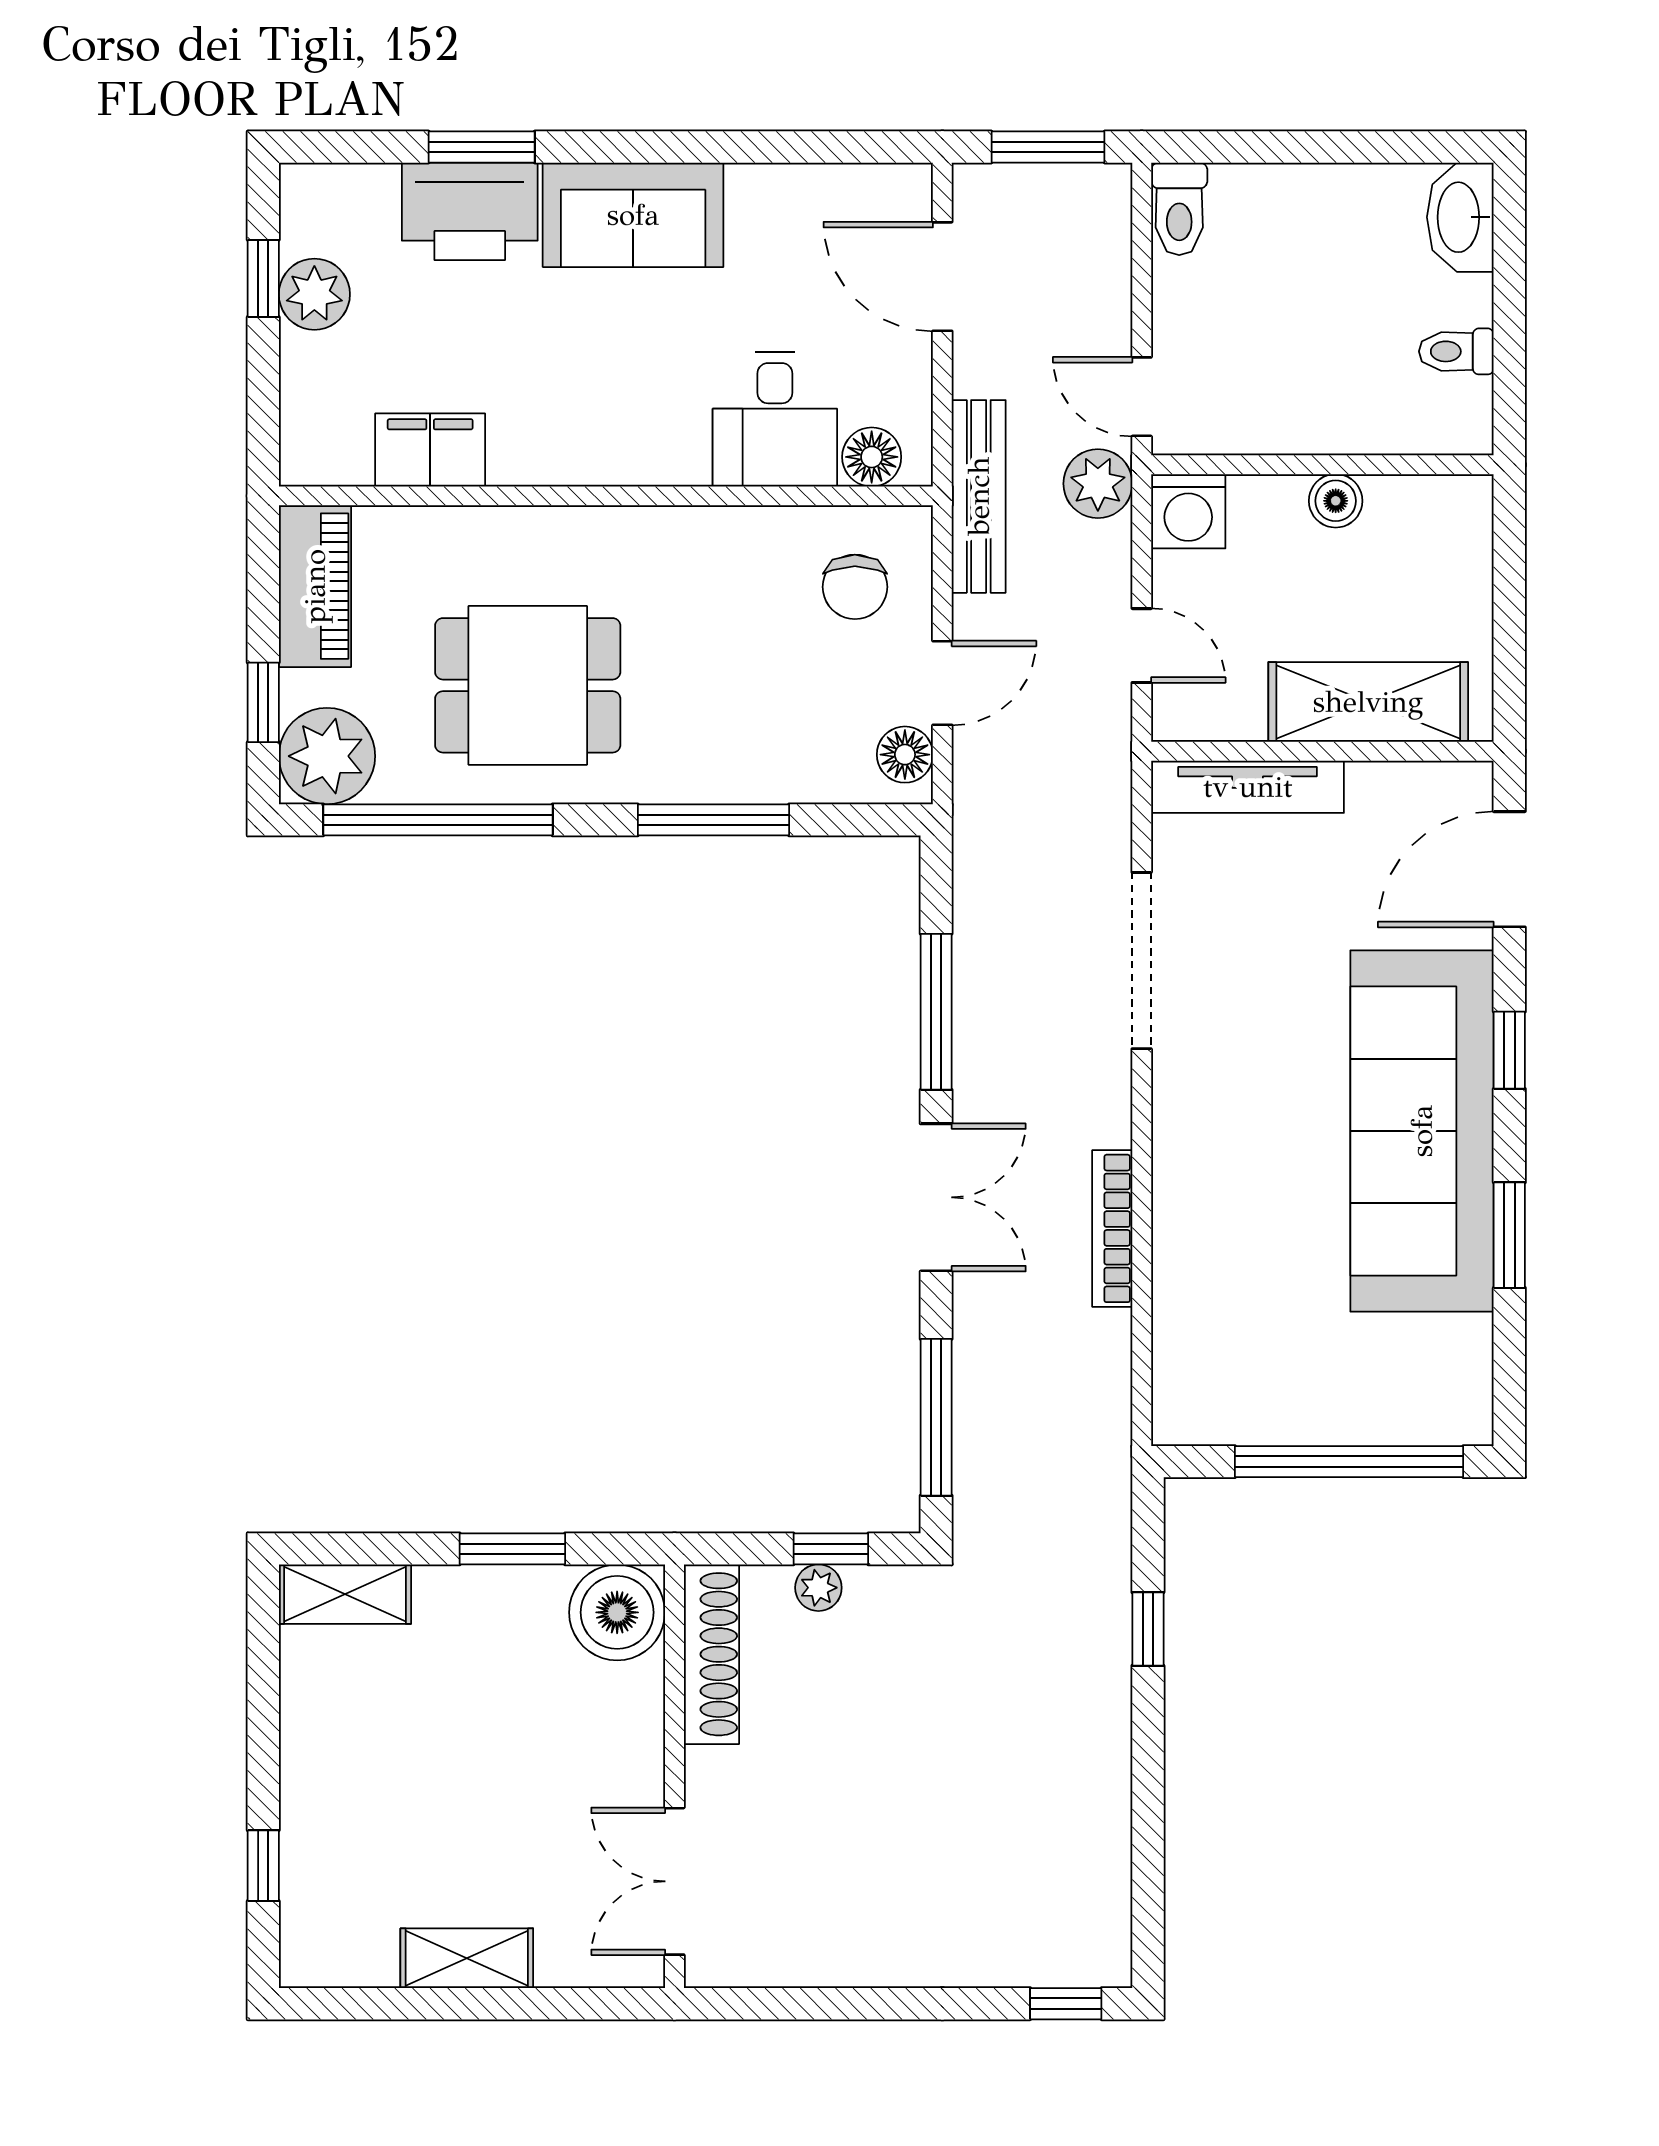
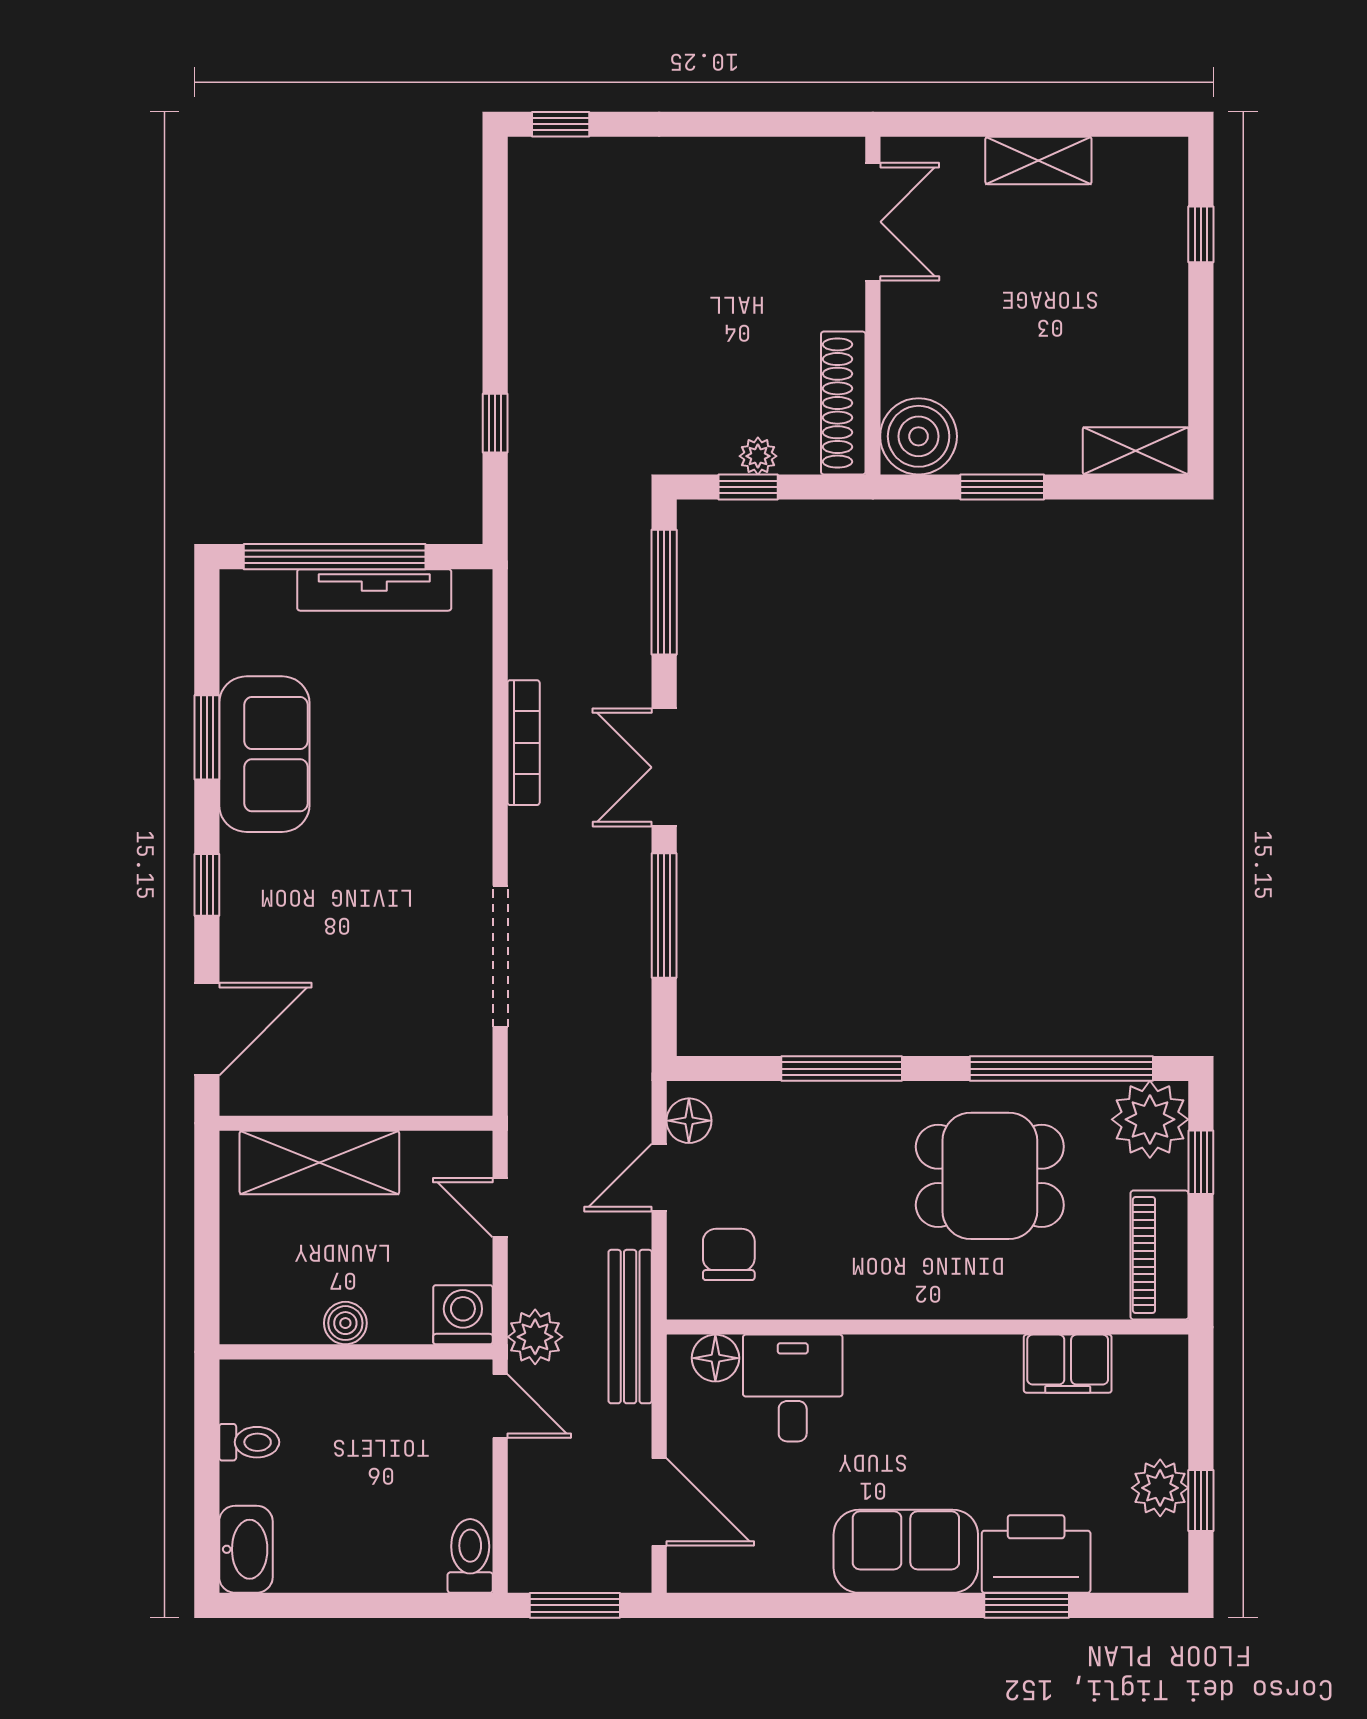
tv unit: (1248, 787) -> (374, 590), moved, turned 180
sofa: (1422, 1131) -> (264, 754), width x0.54, depth x0.79

